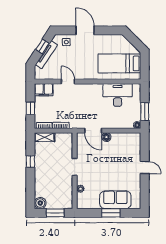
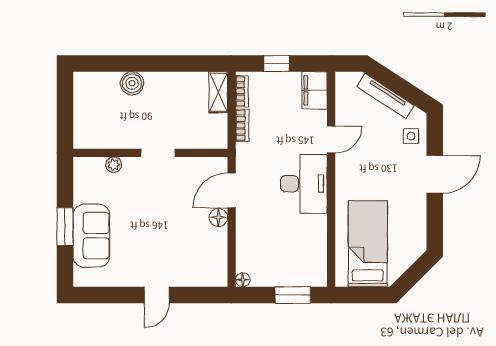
window: (42, 46) -> (402, 88), removed
desk: (118, 95) -> (304, 184), moved
window: (145, 112) -> (293, 295), moved
window: (30, 162) -> (169, 63), removed
boiler: (40, 203) -> (132, 83), moved
window: (55, 213) -> (65, 114), removed

